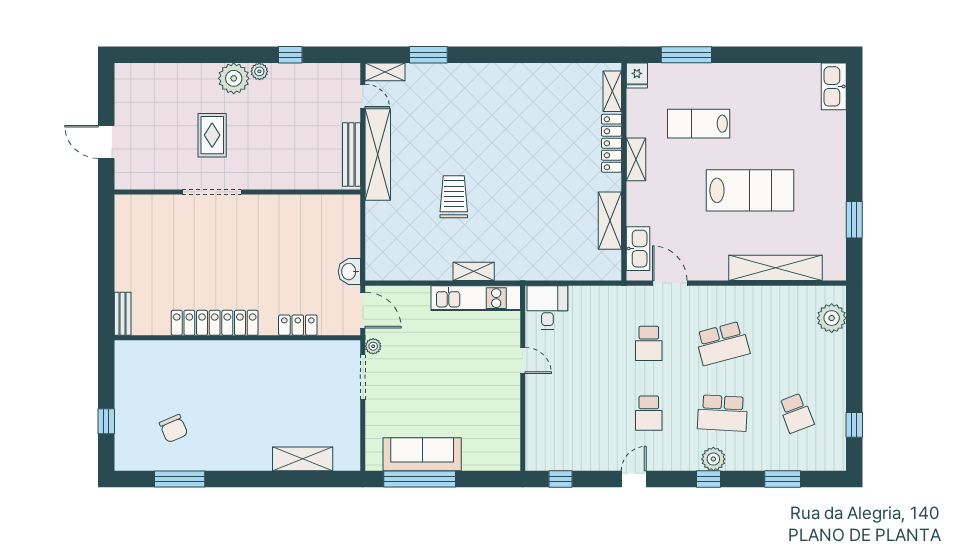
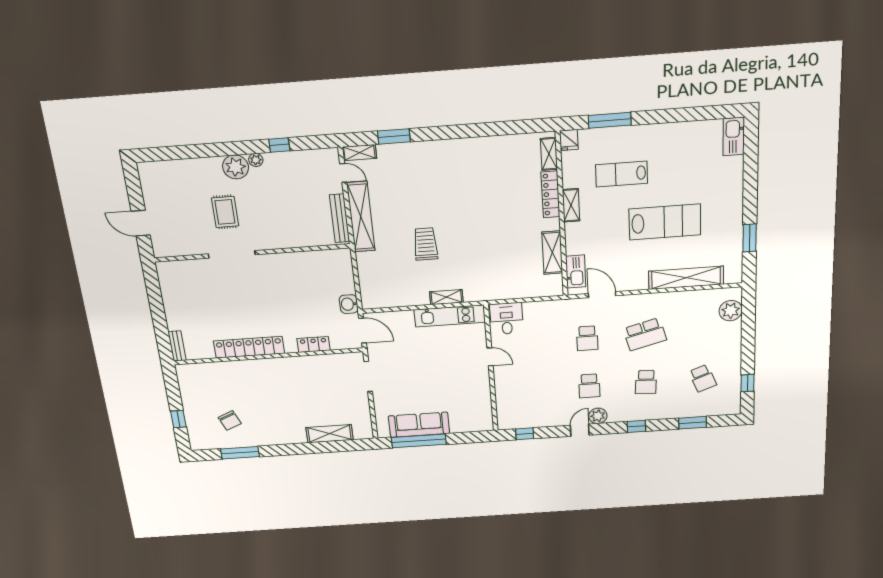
plant: (373, 346) -> (374, 355), removed
school desk: (722, 413) -> (646, 382), width x0.54
plant: (713, 459) -> (598, 416), moved

